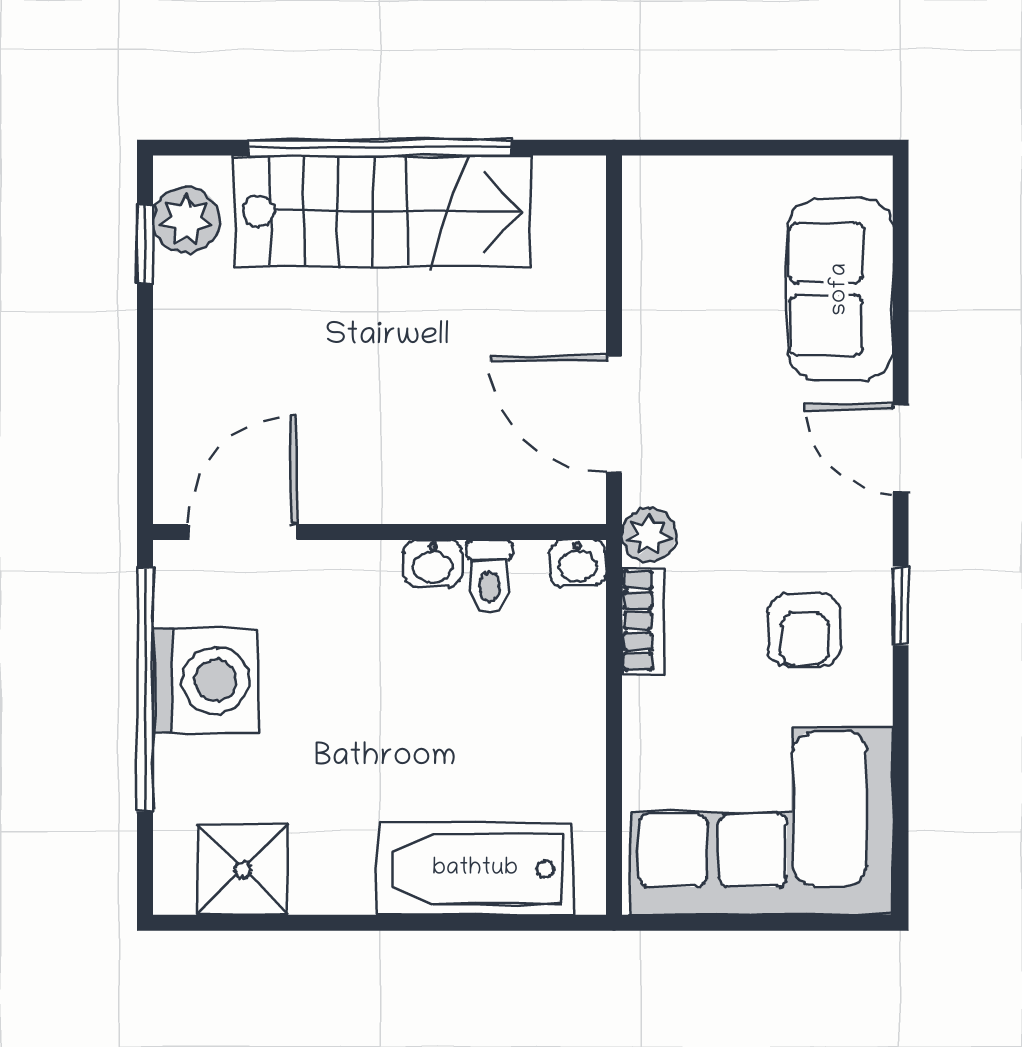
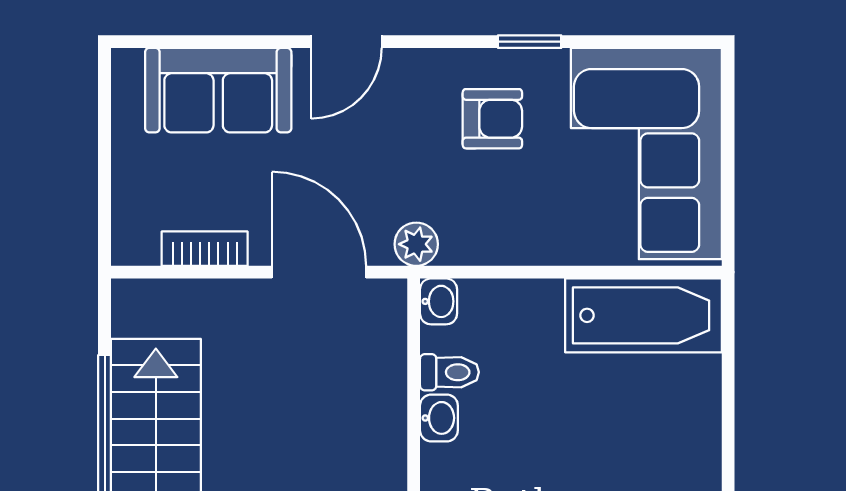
door: (614, 414) -> (319, 272), swing flipped
window: (901, 606) -> (530, 42), moved
bookcase: (643, 621) -> (205, 249), moved
bathtub: (475, 869) -> (643, 315), moved, turned -90

